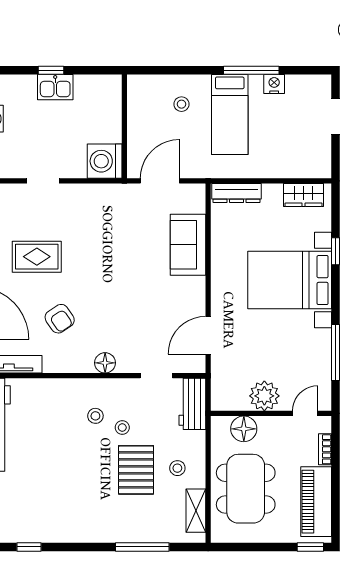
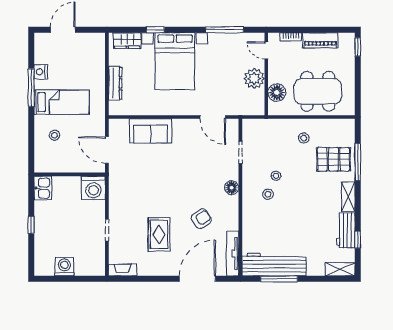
kitchen sink: (55, 87) -> (43, 188), moved
dresser: (237, 193) -> (115, 83), moved
wardrobe: (304, 195) -> (127, 41), moved, turned 90
workbench: (192, 404) -> (346, 230), moved, turned 90
pallet: (136, 470) -> (333, 159), moved
piano: (316, 502) -> (320, 40), width x0.73, depth x0.75
shelving: (196, 511) -> (348, 197), moved, turned 90

